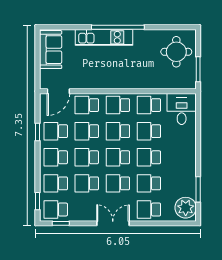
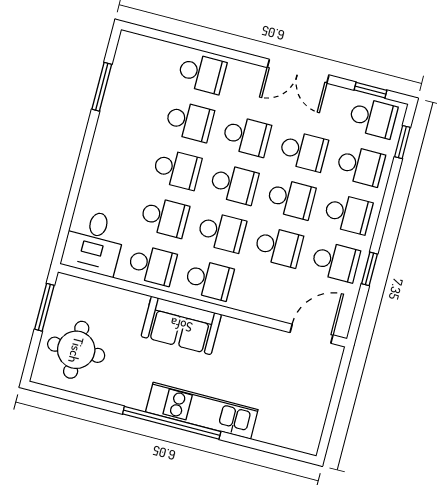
sofa: (51, 50) -> (181, 325), moved, turned -90
school desk: (87, 105) -> (266, 295), removed
plant: (186, 208) -> (134, 59), removed
double door: (113, 223) -> (298, 71), moved

